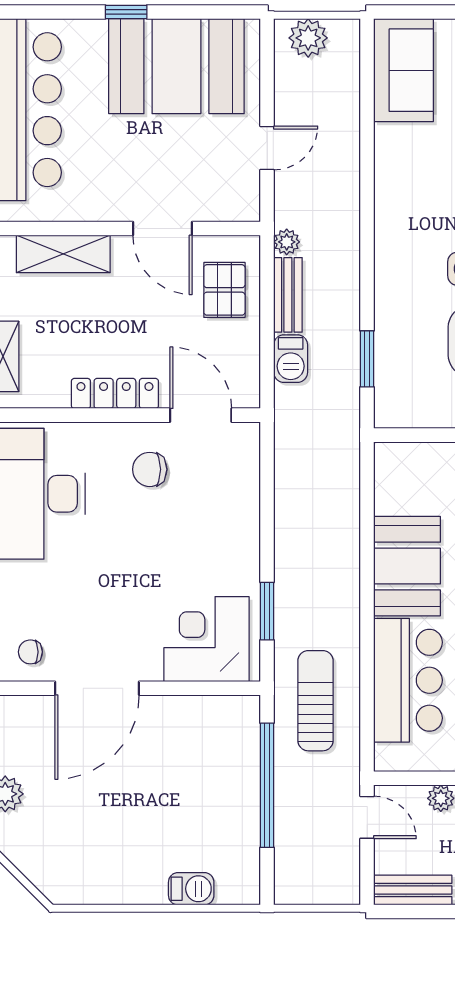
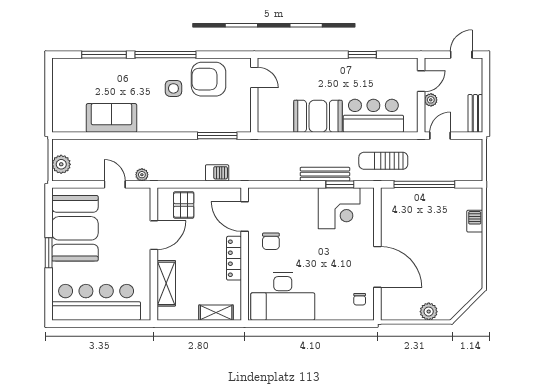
window: (126, 12) -> (49, 253), width x1.50
sofa: (403, 70) -> (111, 118), moved
plant: (287, 242) -> (142, 175), moved
pallet: (224, 290) -> (184, 205), turned 90
bench: (288, 295) -> (325, 174), moved, width x1.36
window: (367, 359) -> (217, 136), width x1.44
door: (201, 415) -> (245, 216), hinge flipped
corner desk: (207, 639) -> (339, 208), moved, turned -90

